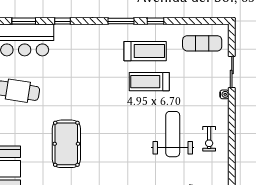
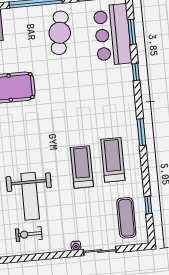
window: (156, 21) -> (148, 205), moved
treadmill: (145, 51) -> (113, 160), turned 180
weight bench: (173, 134) -> (30, 196), turned 90

